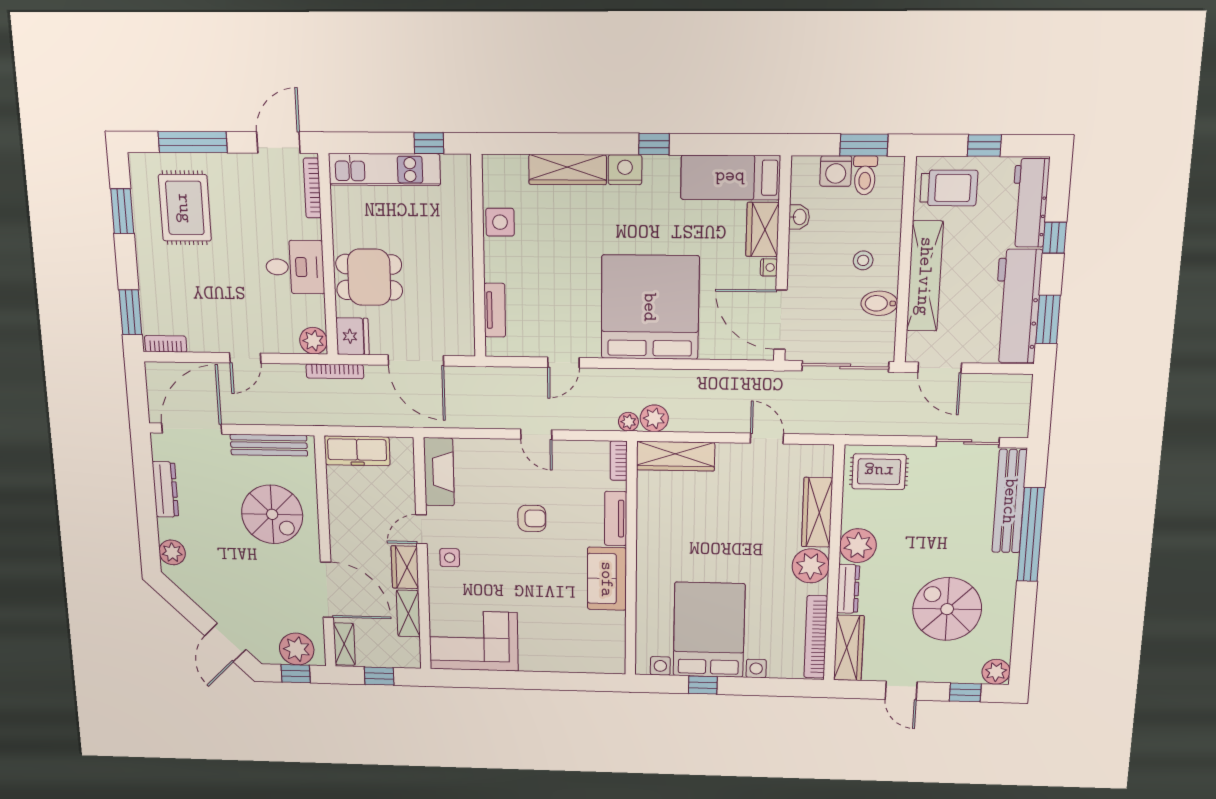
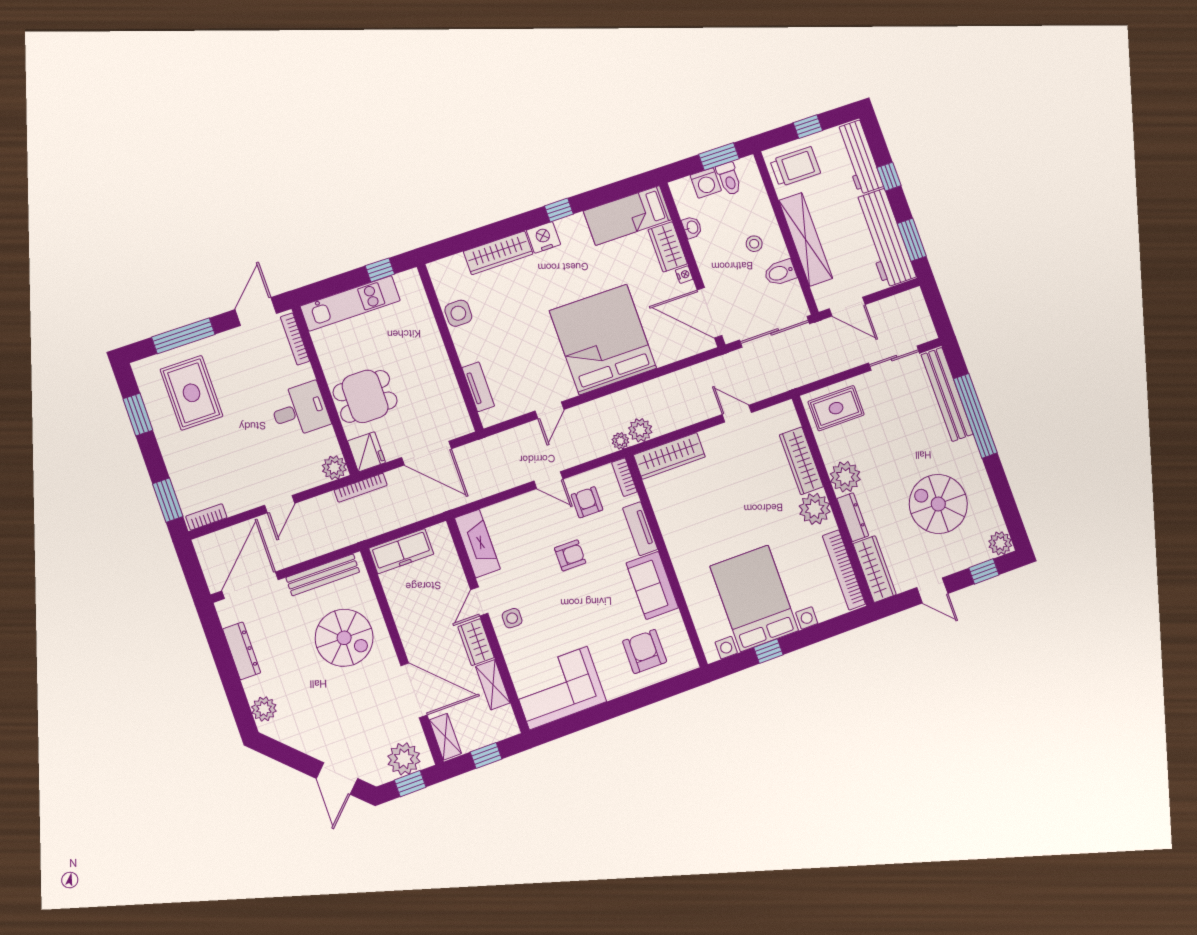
armchair: (569, 472) -> (587, 502), added
armchair: (575, 639) -> (645, 651), added

